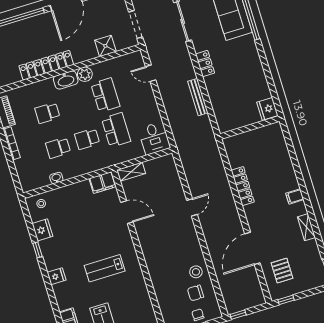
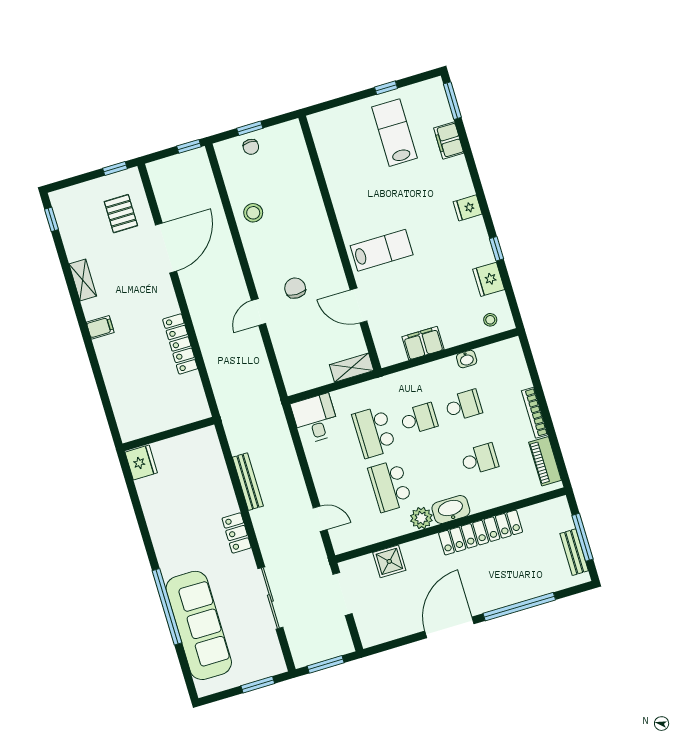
filing cabinet: (103, 183) -> (423, 343), moved
lab bench: (105, 268) -> (382, 250), moved
chair: (195, 293) -> (295, 288), moved, turned -90

